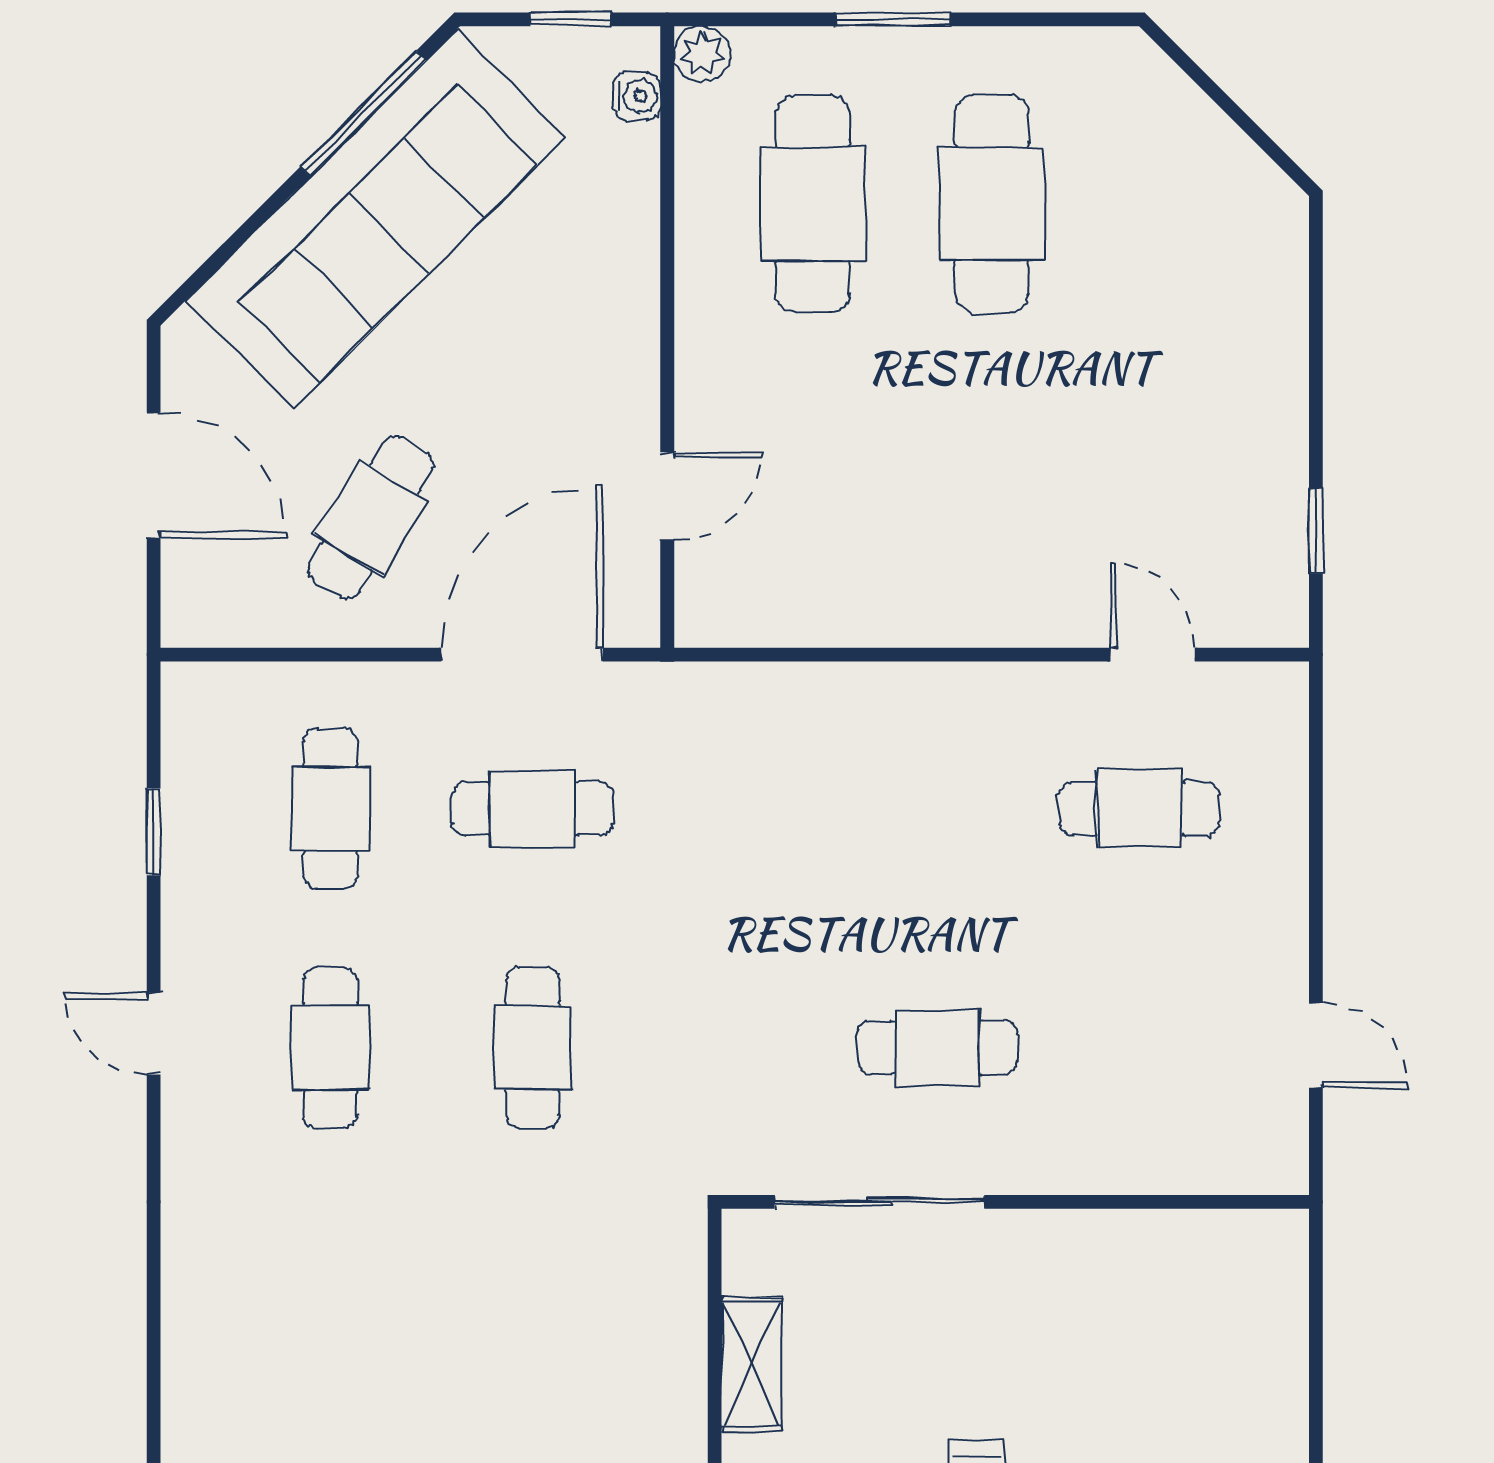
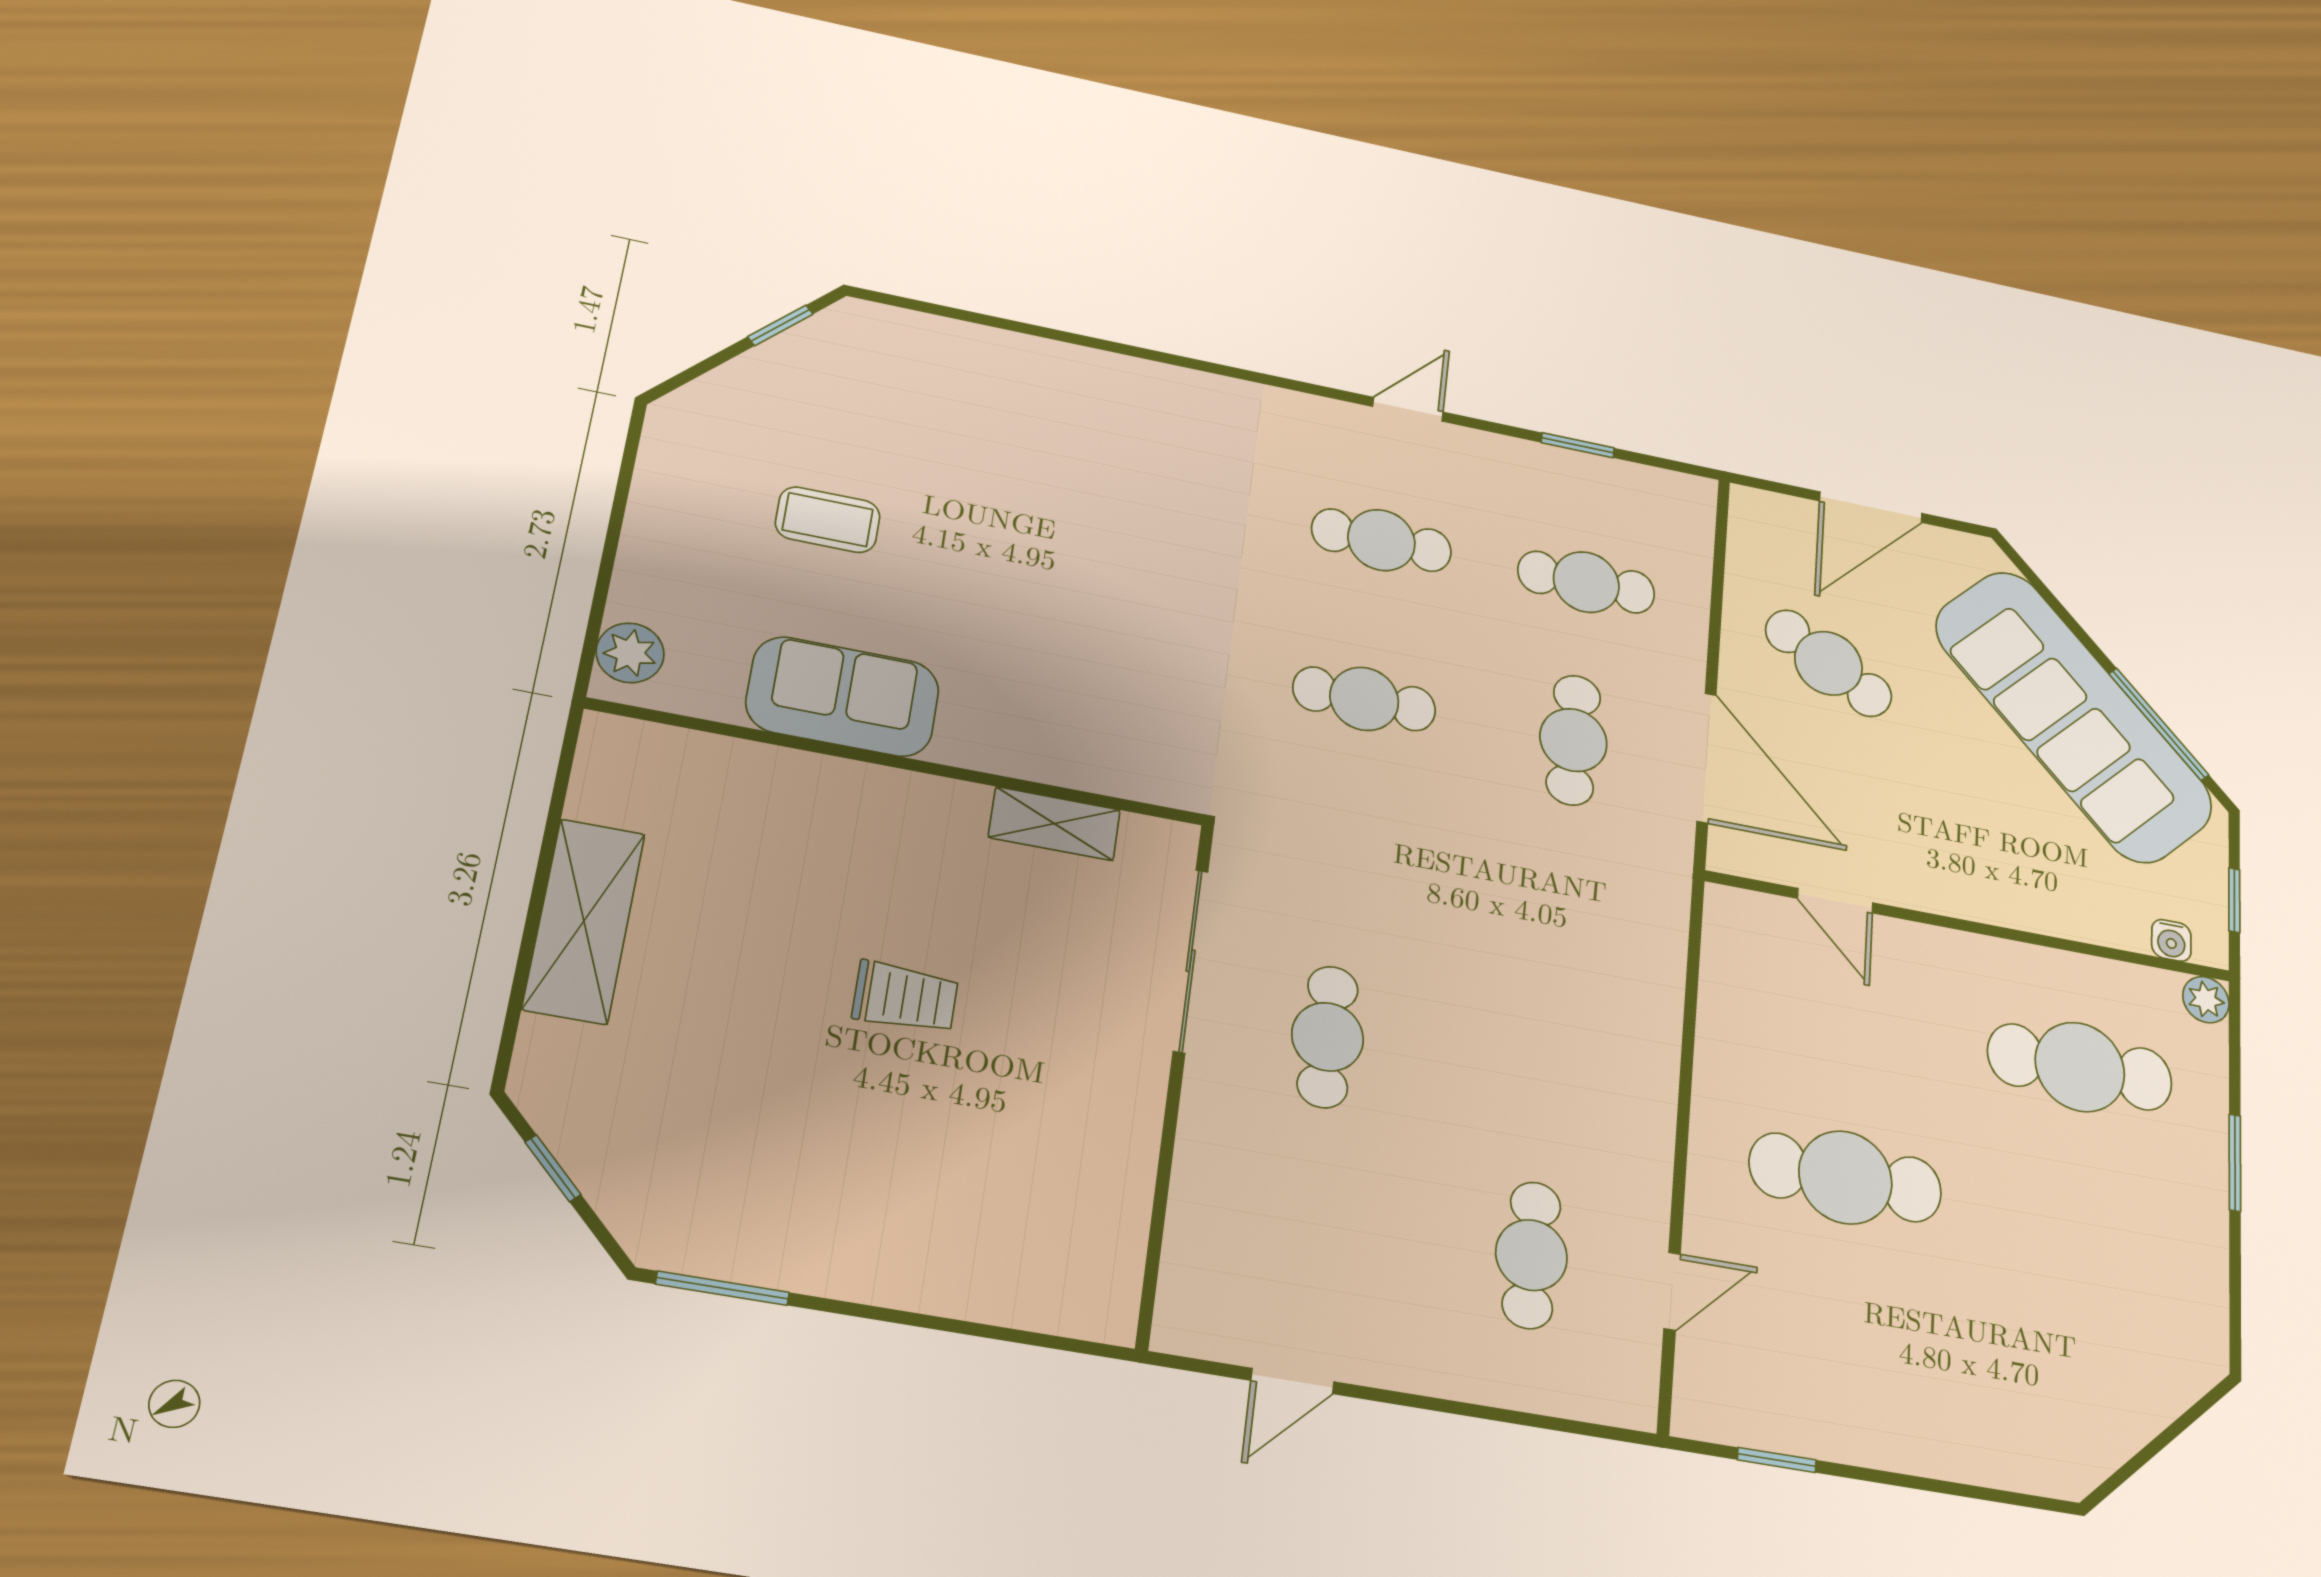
cafe table: (992, 204) -> (1845, 1177), moved

